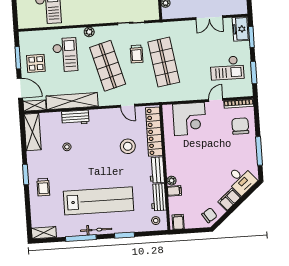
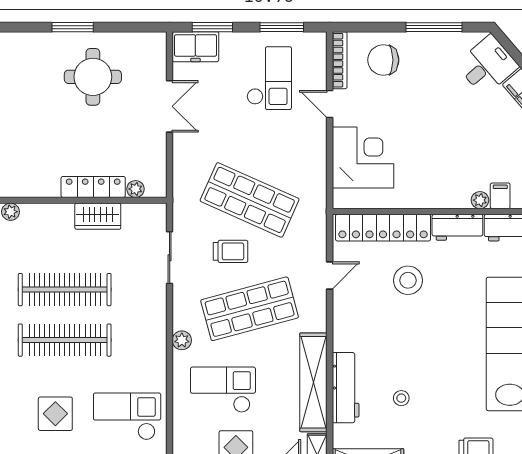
shop shelf: (164, 62) -> (250, 200), turned 33
workbench: (75, 118) -> (346, 388), width x1.38

